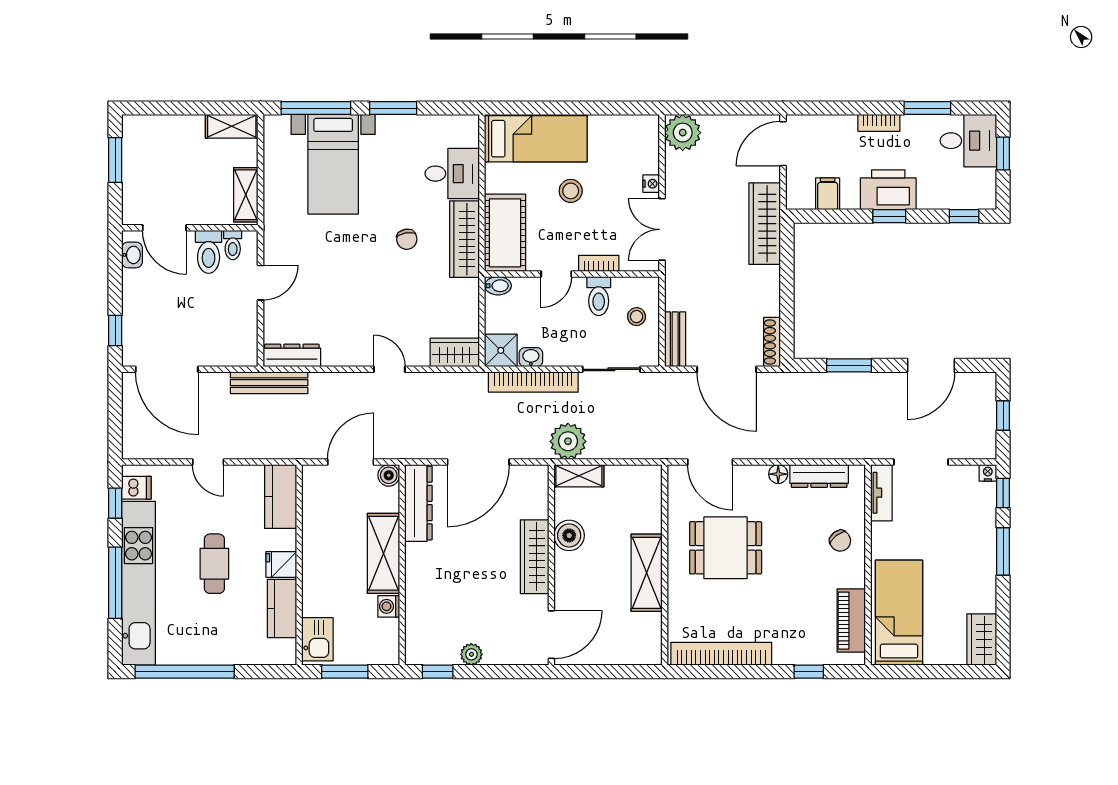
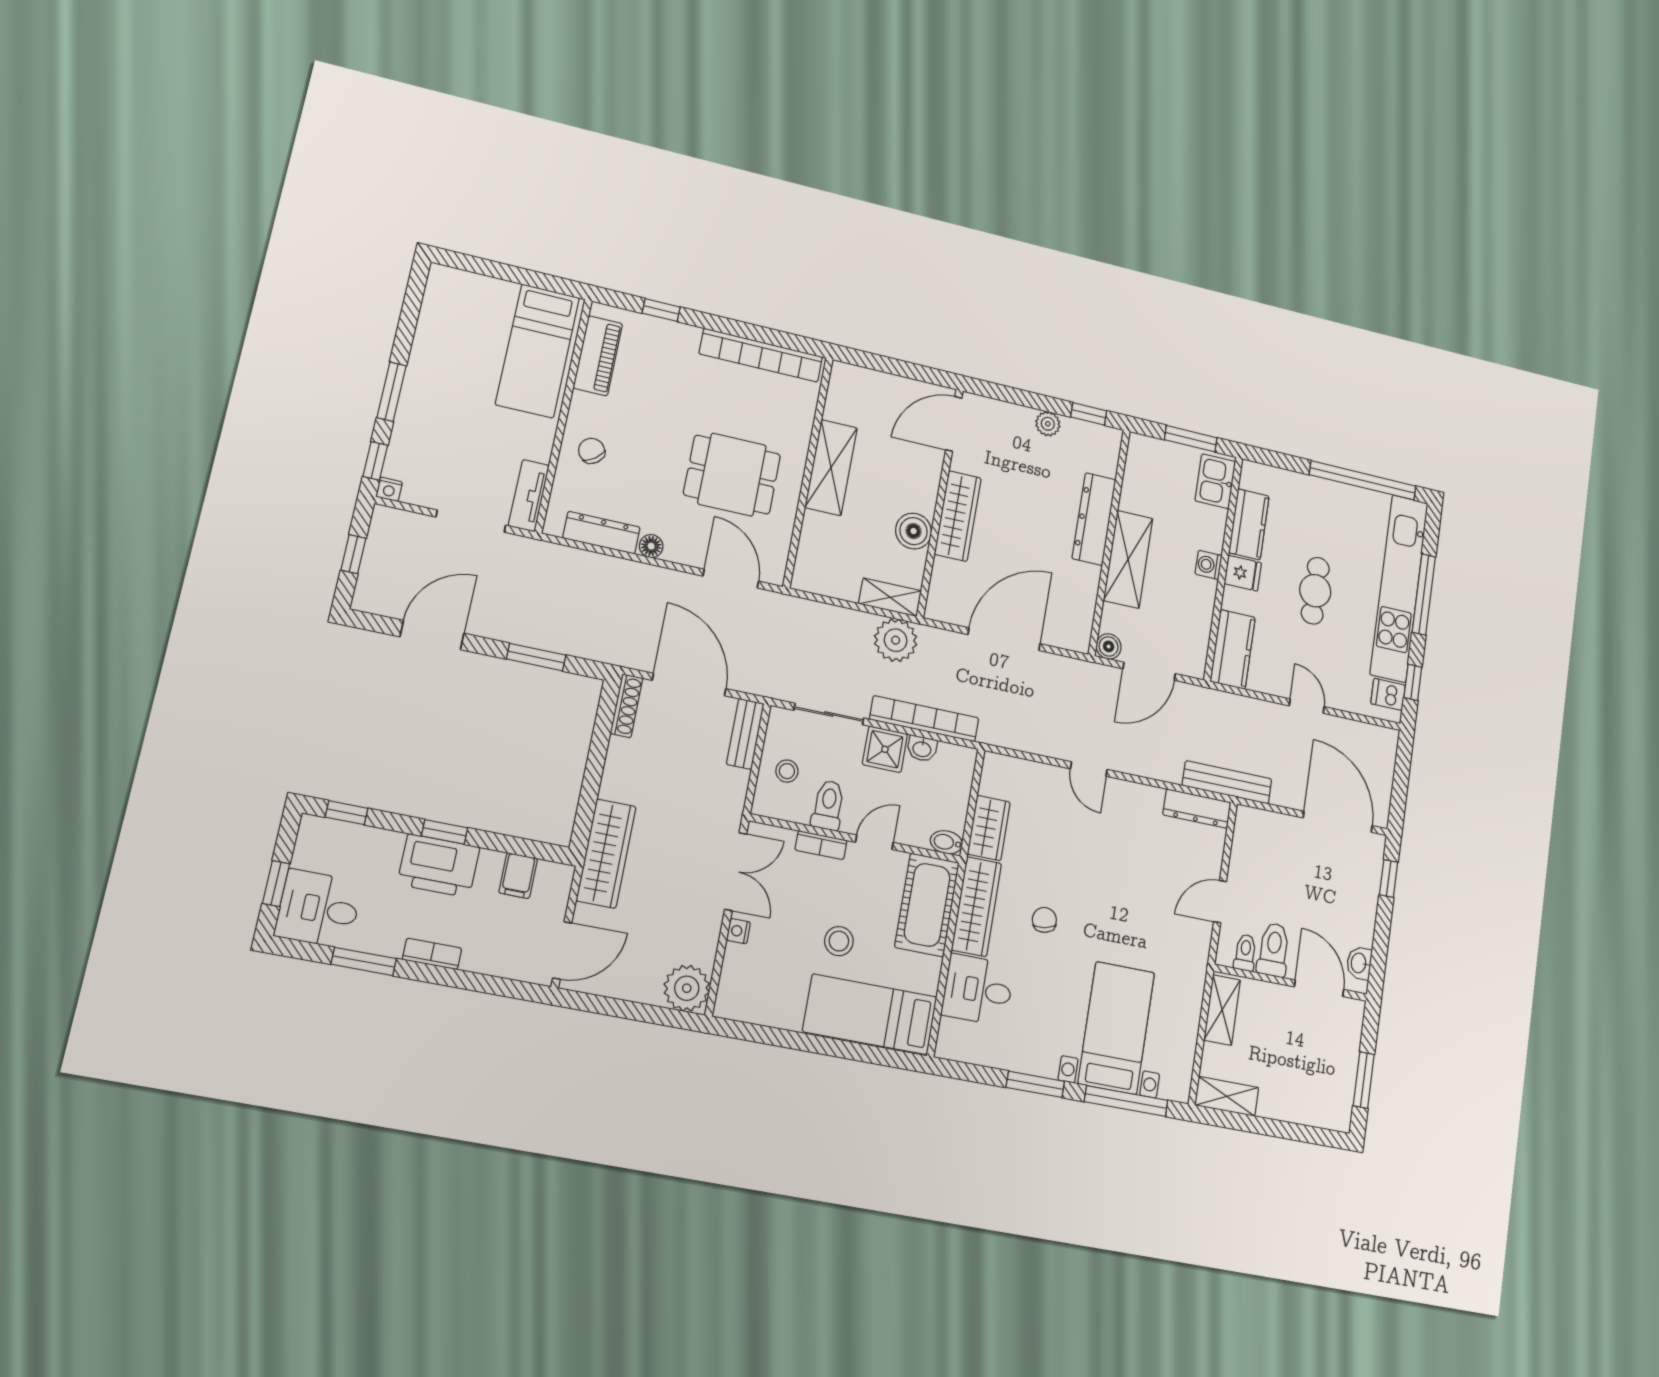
shower: (501, 350) -> (885, 749), moved
wardrobe: (455, 352) -> (989, 828), moved, turned -90
dresser: (418, 503) -> (1094, 519), moved
washing machine: (389, 606) -> (1209, 565), moved, turned 180
wardrobe: (982, 640) -> (442, 296), removed

